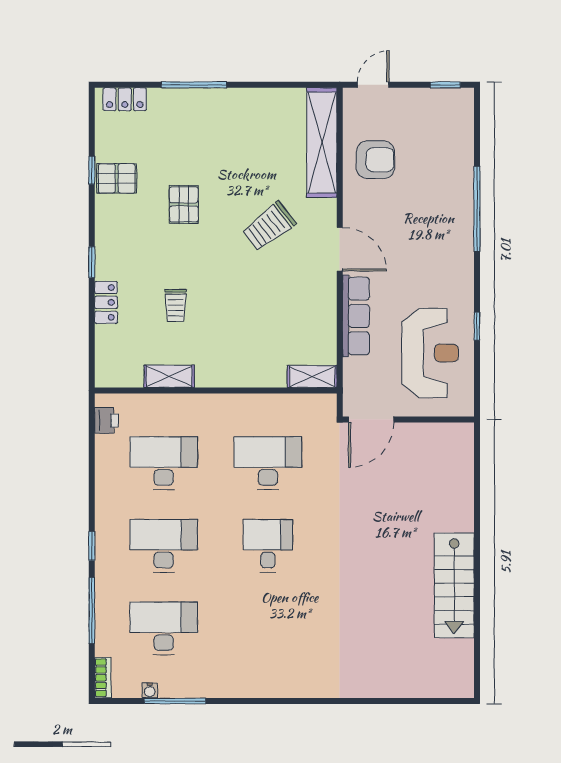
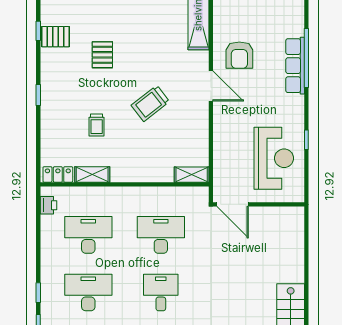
armchair: (375, 160) -> (239, 55), moved, turned 90
trolley: (269, 226) -> (150, 103), moved
locker: (106, 302) -> (58, 174), moved, turned -90
row of seats: (356, 316) -> (295, 66), moved, turned 180
door: (371, 419) -> (233, 204), hinge flipped

